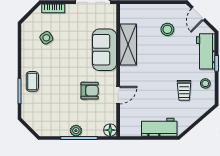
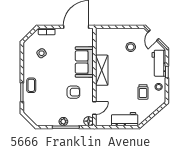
shelving: (128, 45) -> (102, 70), moved
door: (118, 95) -> (94, 108), moved

